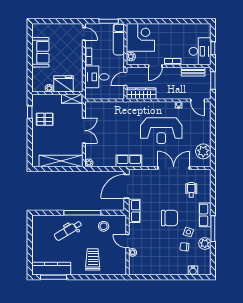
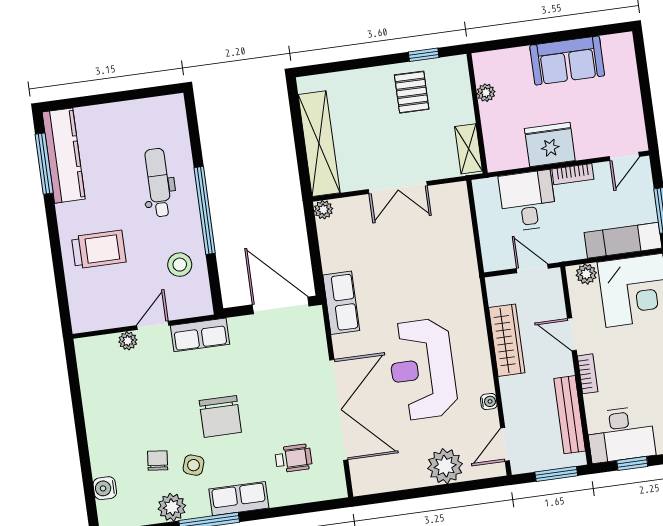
bench: (193, 72) -> (570, 415), width x1.36
fridge: (64, 84) -> (550, 145), moved, turned -90
wardrobe: (141, 94) -> (507, 340), moved
plant: (203, 151) -> (445, 466), moved
double door: (174, 168) -> (339, 410), width x1.36
row of seats: (134, 211) -> (200, 335), moved
dental chair: (68, 231) -> (158, 183), turned 31

